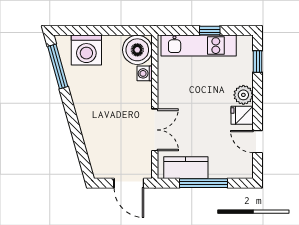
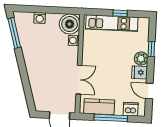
washing machine: (86, 50) -> (40, 18), width x0.53, depth x0.53
window: (258, 61) -> (151, 49), moved
dishwasher: (232, 169) -> (131, 109), added

